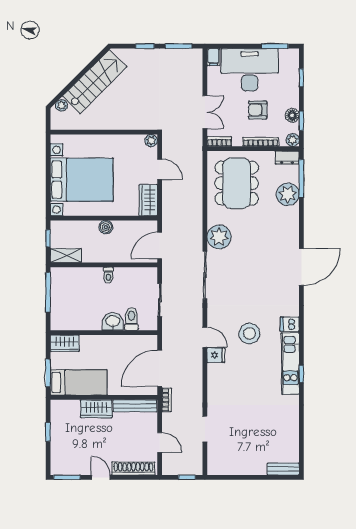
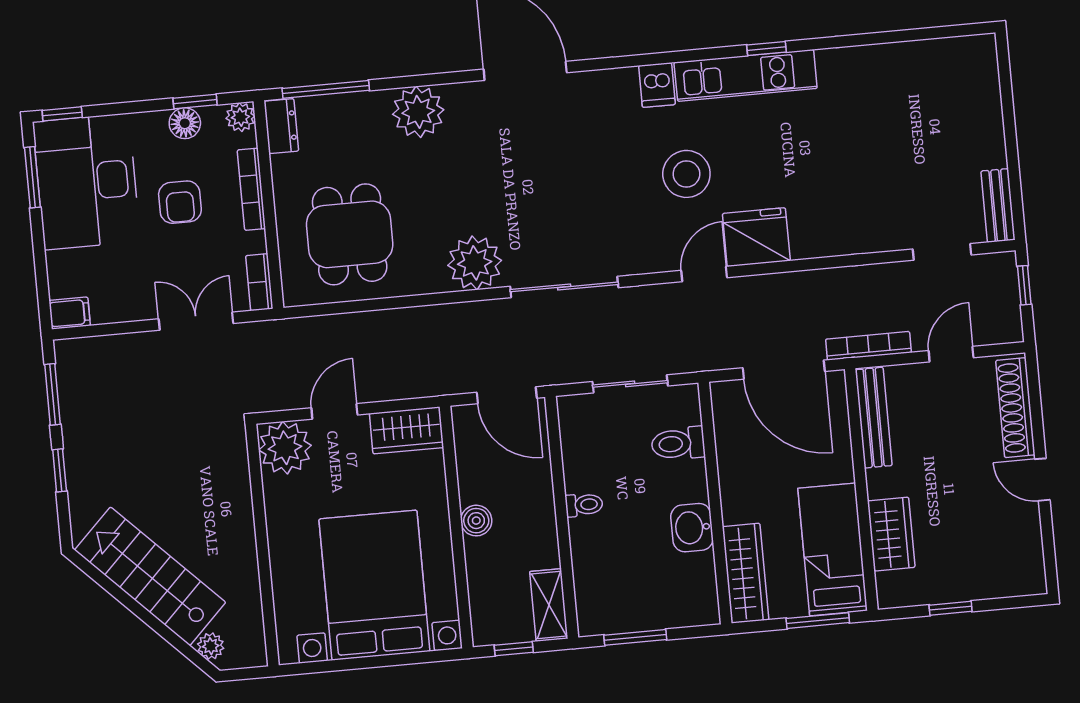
desk: (250, 70) -> (87, 182), moved
window: (301, 78) -> (62, 114), moved
plant: (151, 141) -> (285, 448), width x1.87, depth x1.87
dining table: (237, 183) -> (350, 234), width x0.73
plant: (288, 194) -> (418, 112), moved
window: (48, 292) -> (635, 637), width x0.69
washbasin: (113, 322) -> (692, 528), moved
wardrobe: (65, 343) -> (745, 573), width x1.50
fridge: (216, 355) -> (756, 237), width x1.88, depth x1.34
bookcase: (167, 400) -> (869, 346), width x1.56
wardrobe: (96, 409) -> (891, 534), moved
doorway: (205, 429) -> (942, 252), moved
bench: (283, 469) -> (998, 205), moved
window: (67, 477) -> (1049, 556), removed
door: (101, 477) -> (1042, 480), hinge flipped

